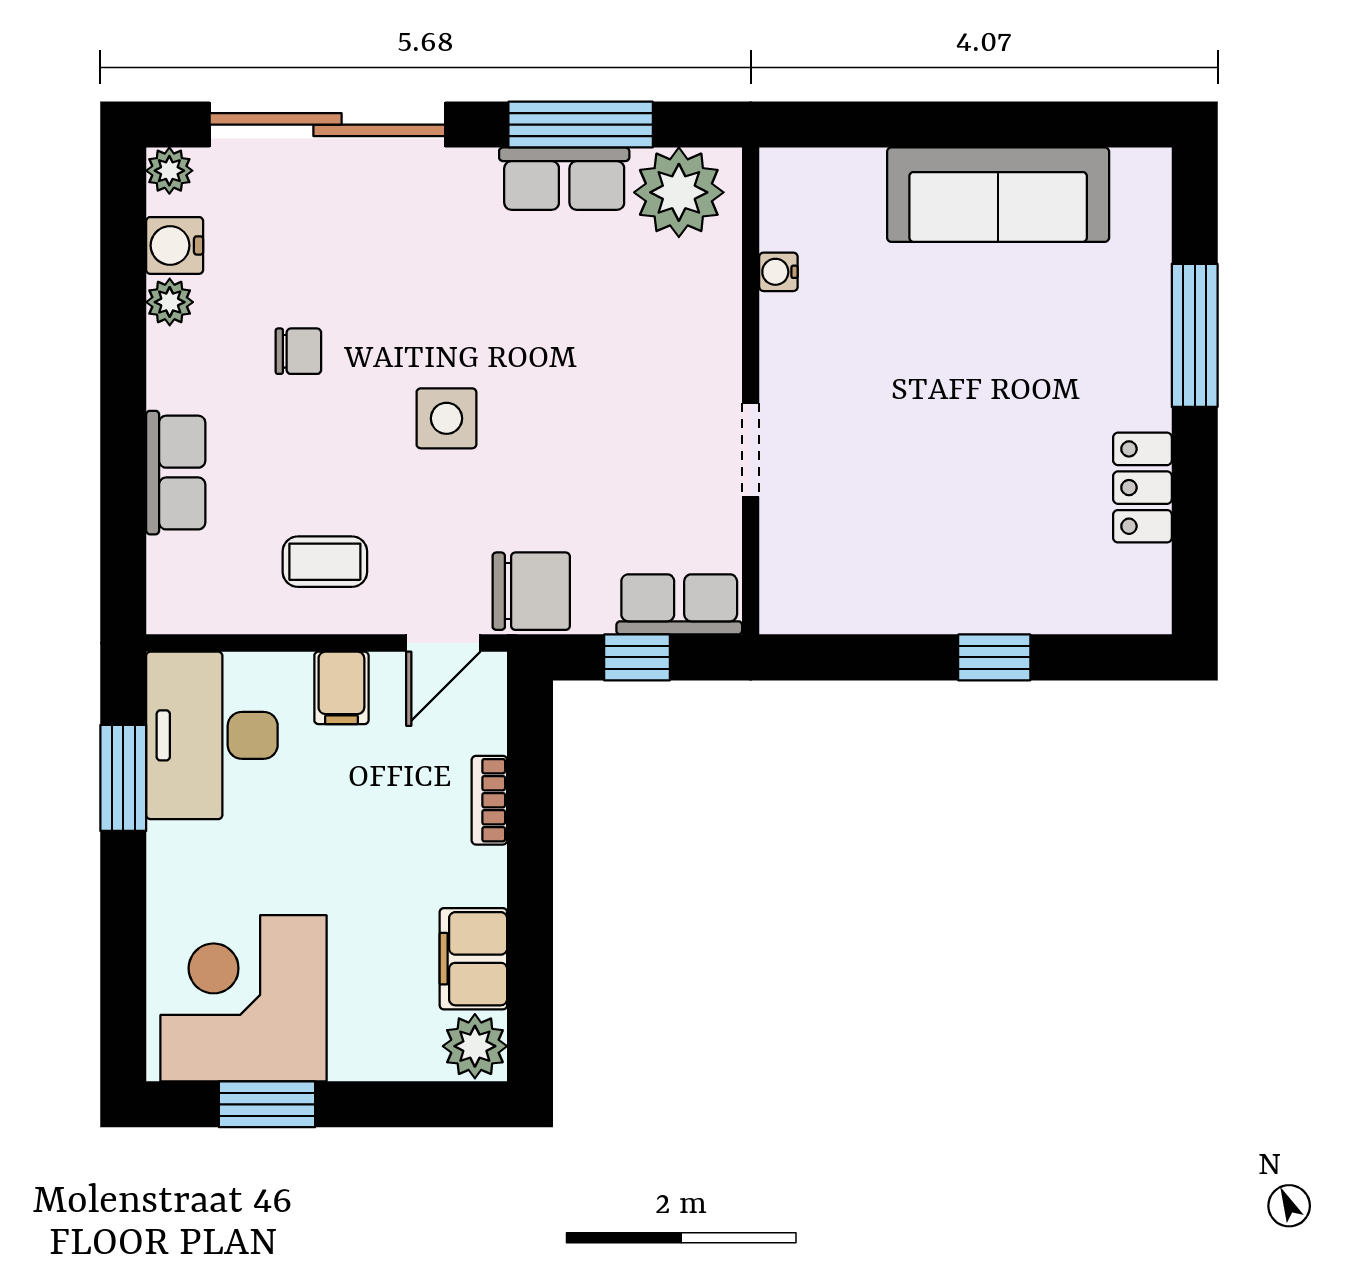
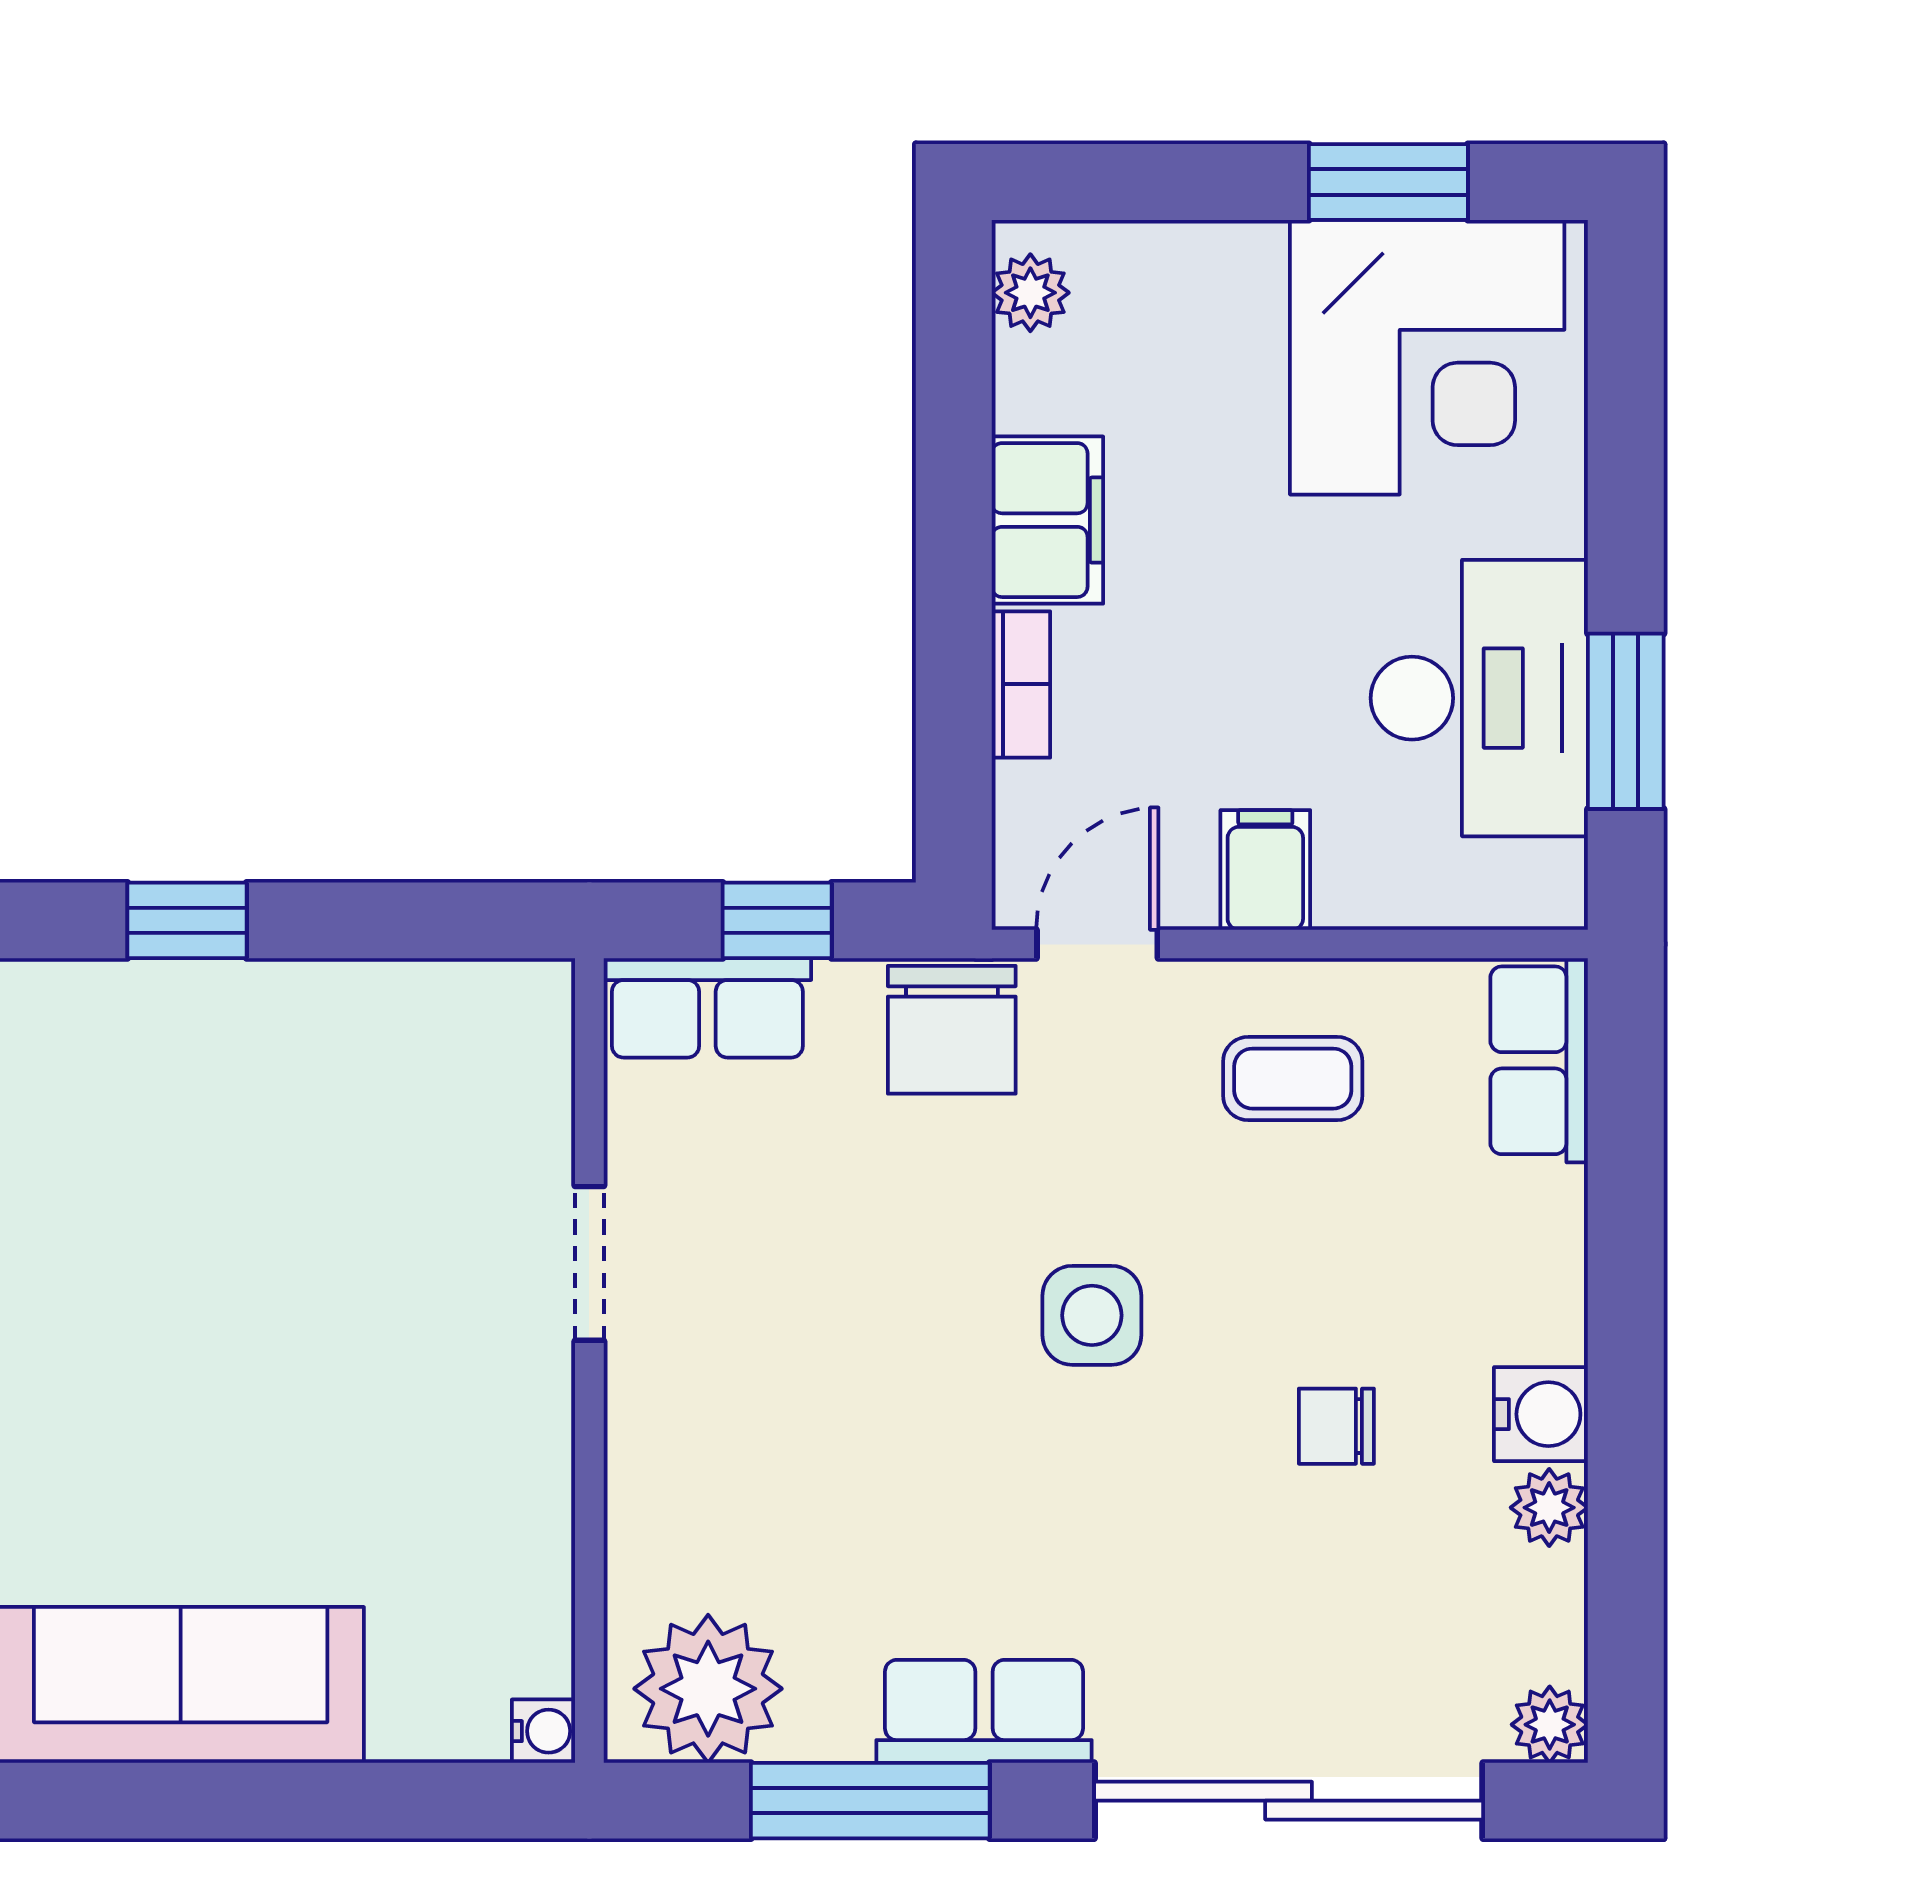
row of seats: (564, 179) -> (984, 1711), moved
water cooler: (175, 245) -> (1541, 1414), moved
water cooler: (778, 272) -> (544, 1731), moved
row of seats: (176, 473) -> (1539, 1060), moved
chair: (531, 591) -> (952, 1030), turned -90
desk: (212, 735) -> (1479, 698), moved
filing cabinet: (473, 959) -> (1047, 520), moved
plant: (475, 1046) -> (1030, 293), width x0.73, depth x0.73

